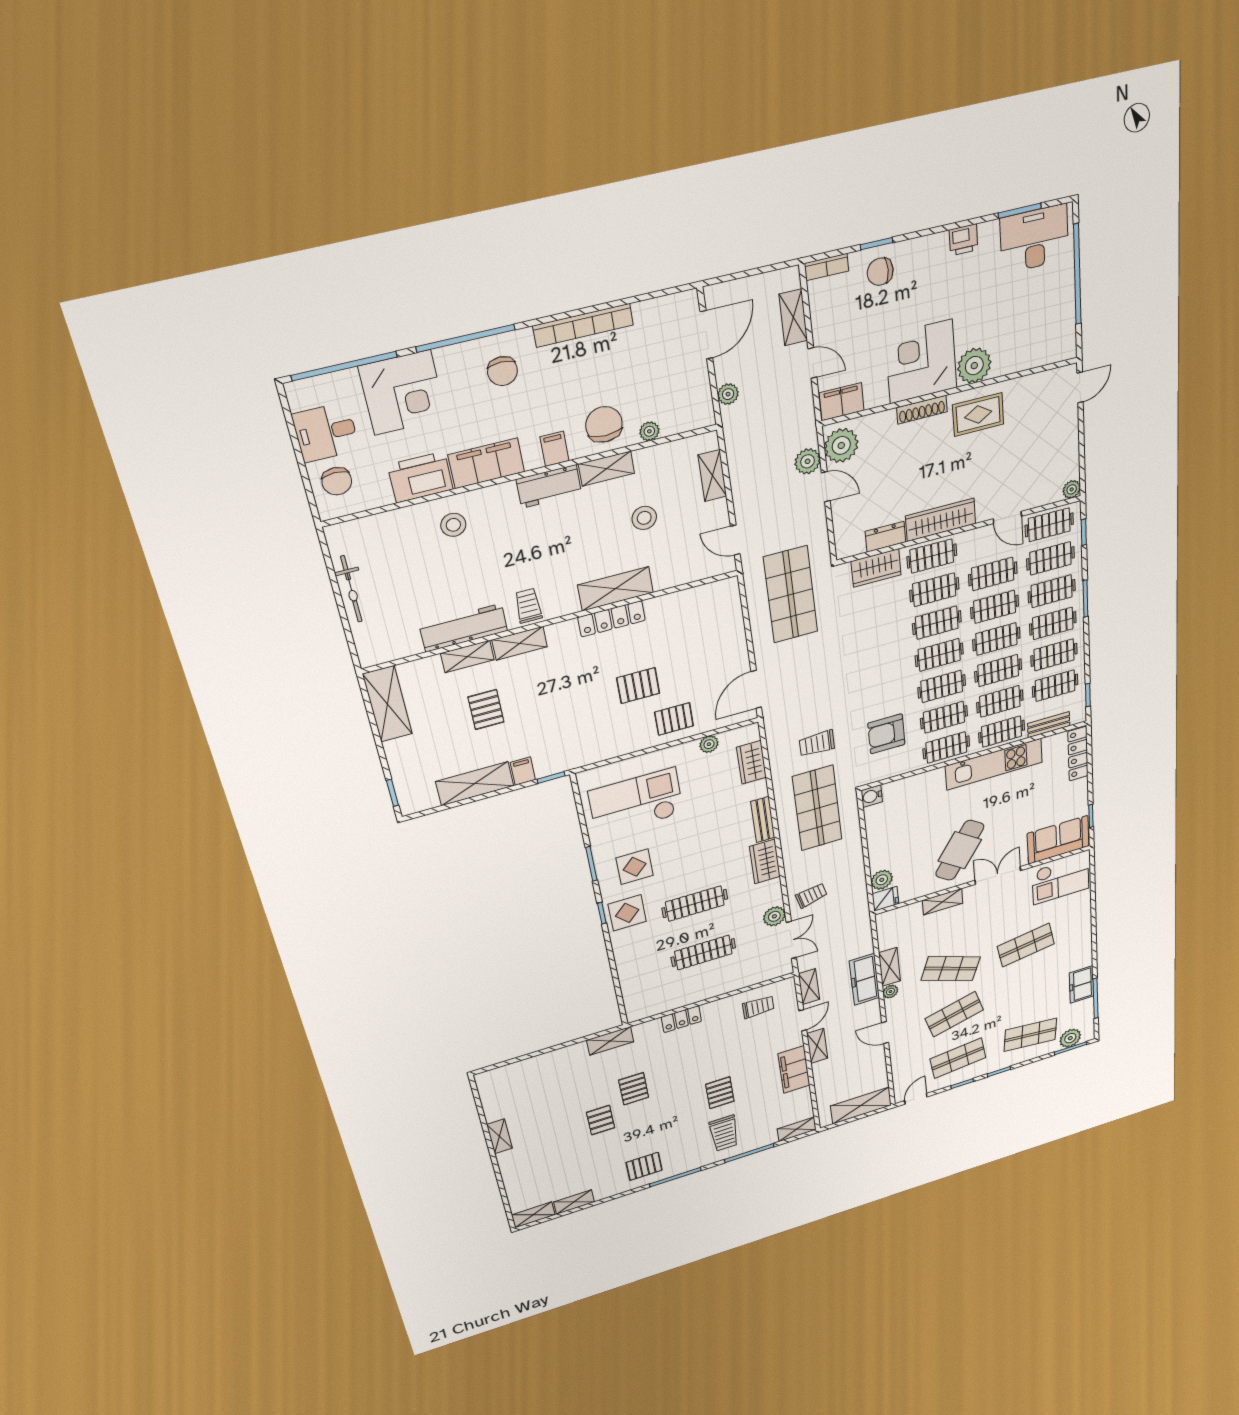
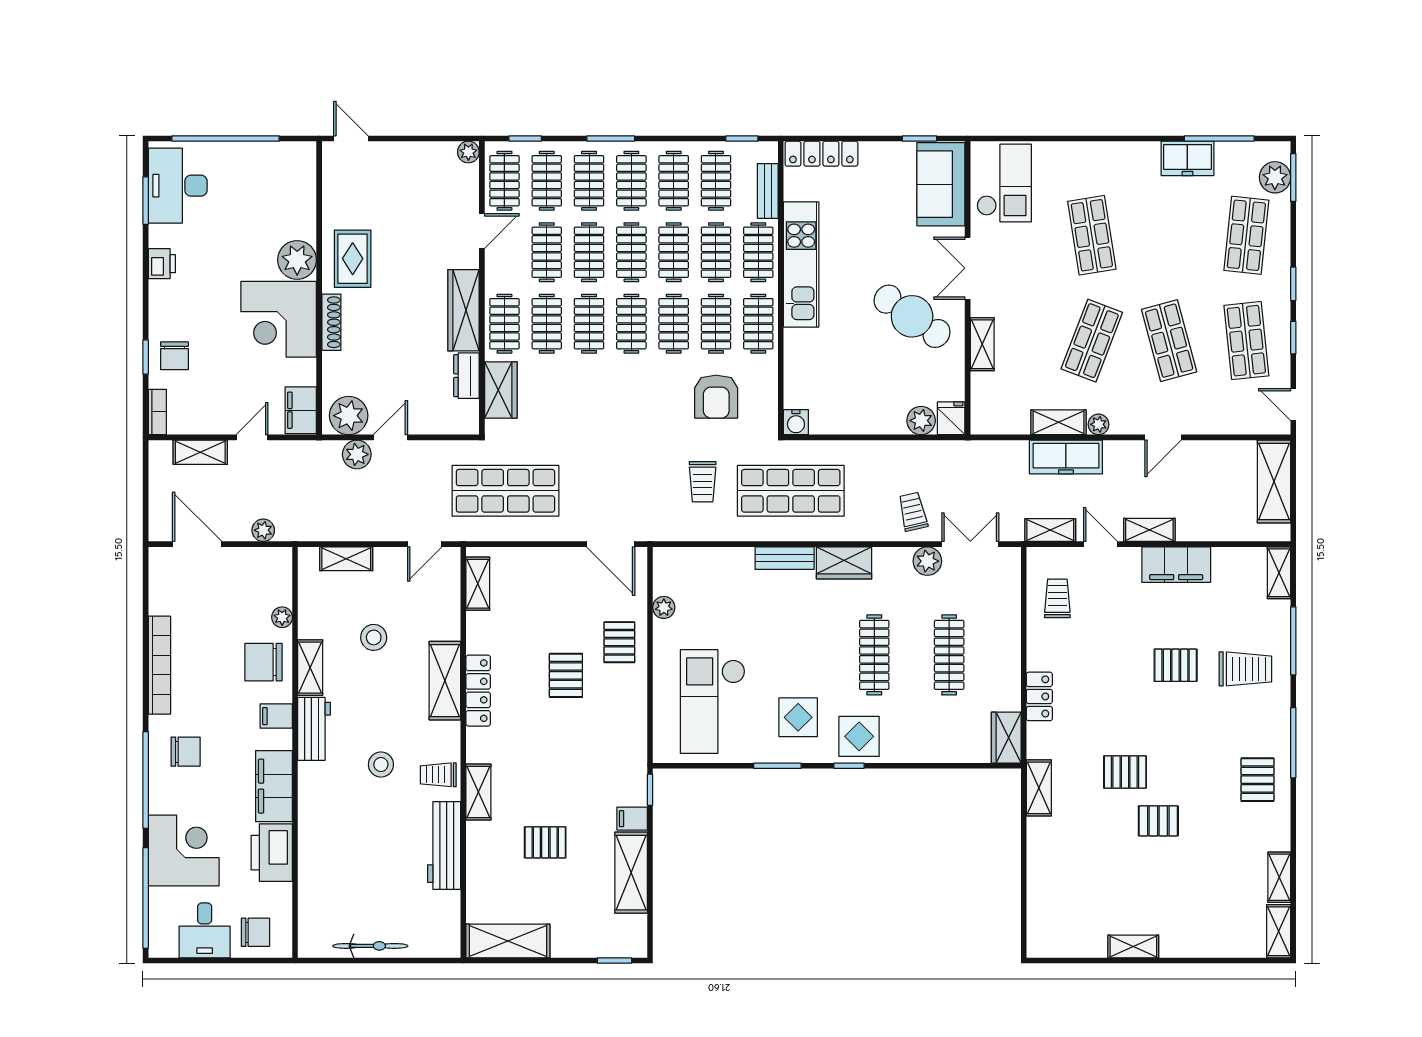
stool: (453, 525) -> (381, 765), moved
shelving: (467, 657) -> (478, 584), moved
wardrobe: (751, 762) -> (1006, 738), moved, turned 90

